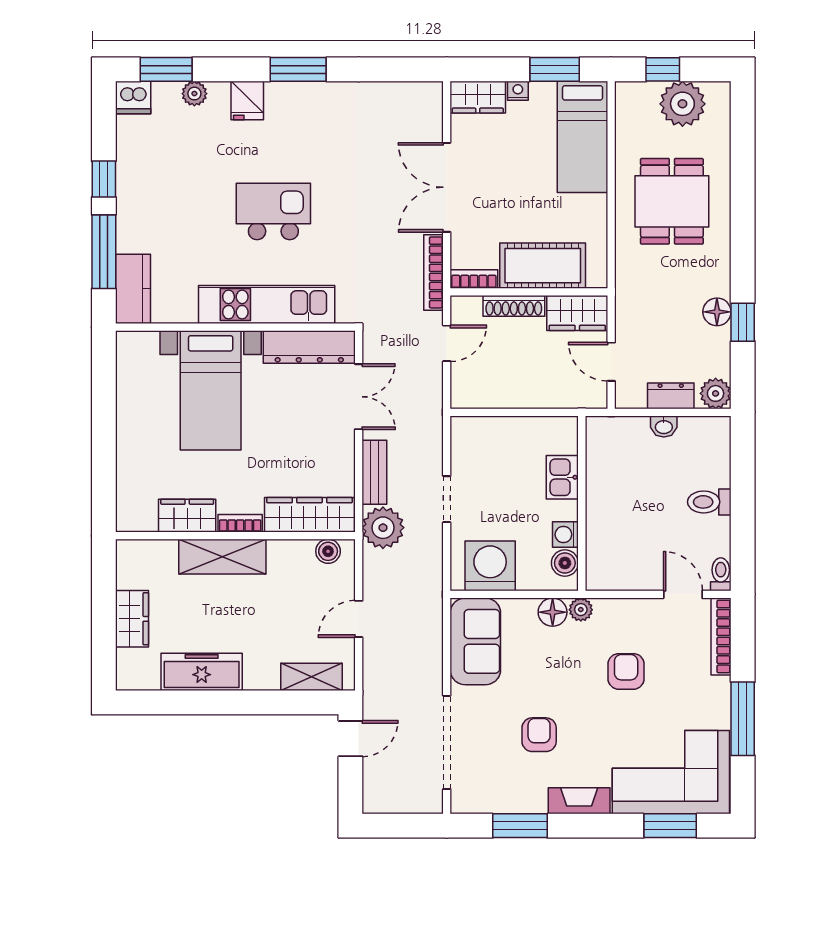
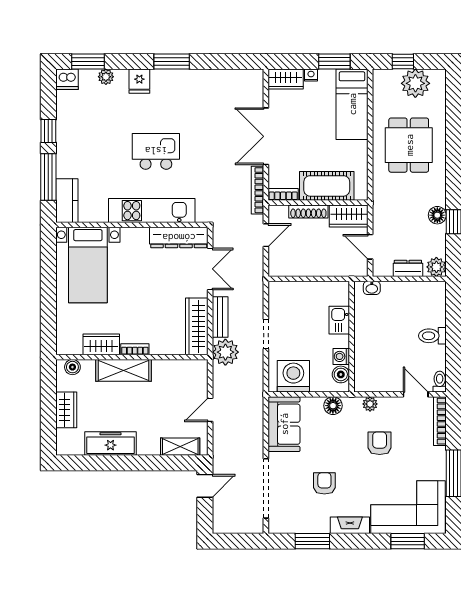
bed with nightstands: (211, 390) -> (88, 265), moved
washbasin: (664, 426) -> (372, 288), moved
wardrobe: (309, 515) -> (197, 326), moved, turned -90
boiler: (328, 551) -> (72, 367), moved
plant: (581, 610) -> (370, 404), moved

